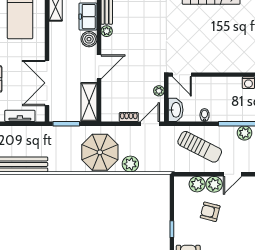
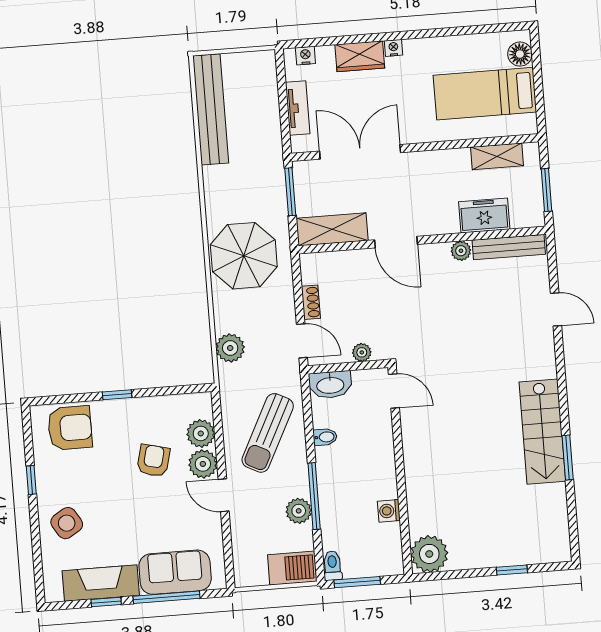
boiler: (89, 39) -> (444, 220), removed
door: (182, 75) -> (394, 391), swing flipped
plant: (130, 164) -> (230, 348), moved

